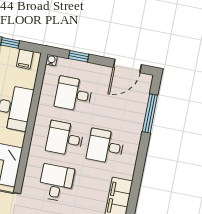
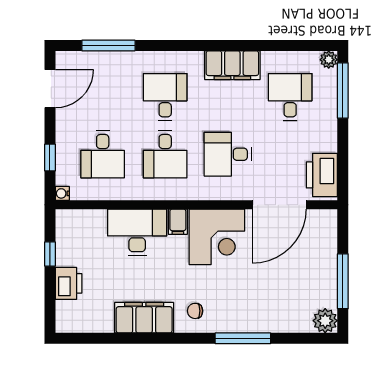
filing cabinet: (25, 59) -> (178, 222), moved, turned 90
door: (127, 66) -> (50, 89), hinge flipped
desk: (105, 146) -> (165, 97), turned 180

